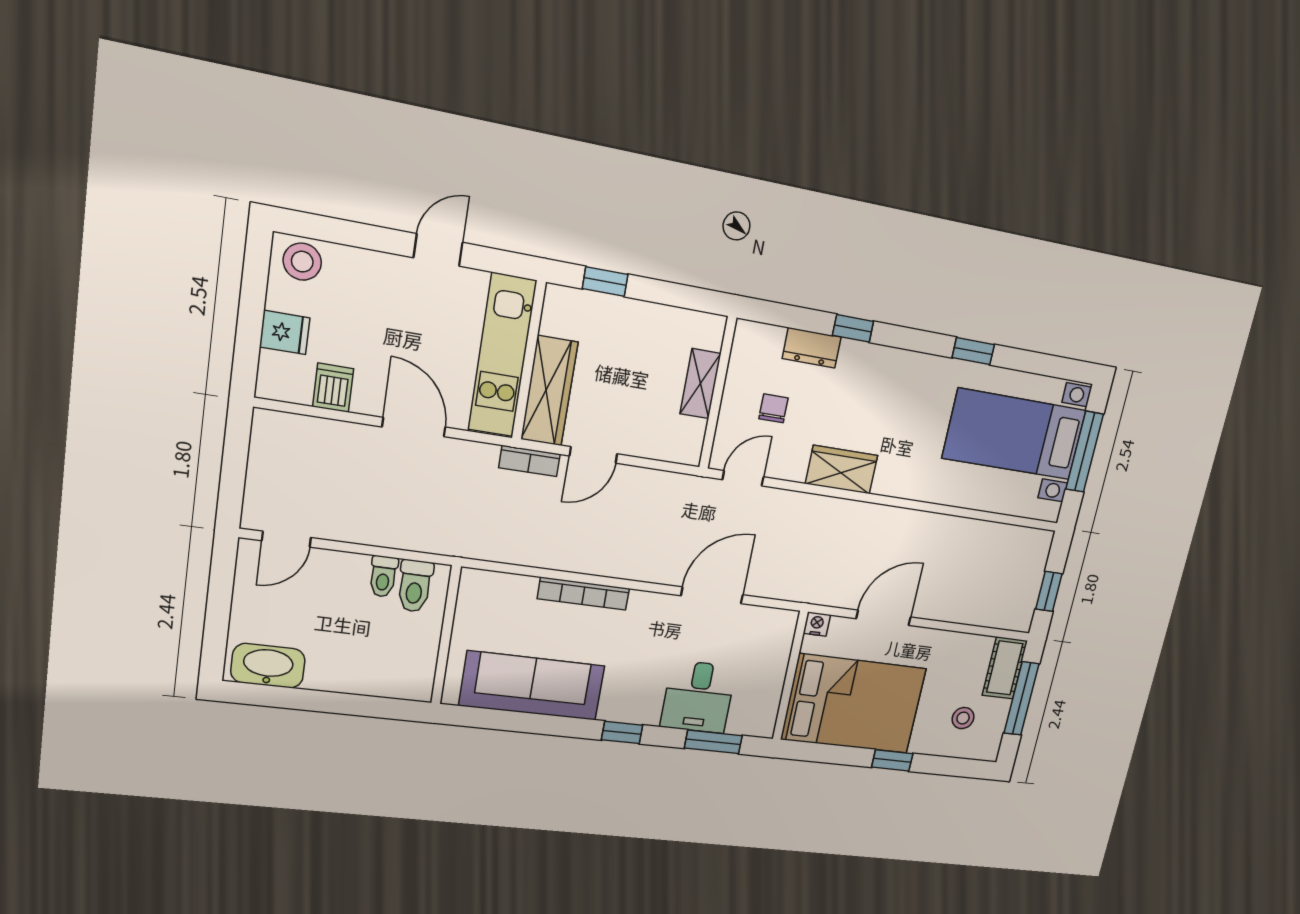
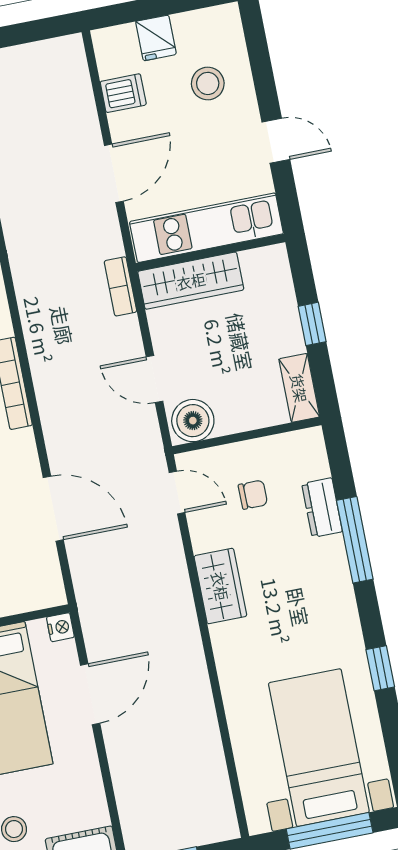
stool: (302, 262) -> (208, 83), moved
window: (605, 282) -> (312, 324), moved
window: (853, 328) -> (355, 540), width x2.17
shelving: (700, 384) -> (299, 388), moved, turned 90
boiler: (683, 439) -> (193, 421), added
door: (593, 455) -> (155, 379), moved
door: (884, 618) -> (90, 694), hinge flipped

